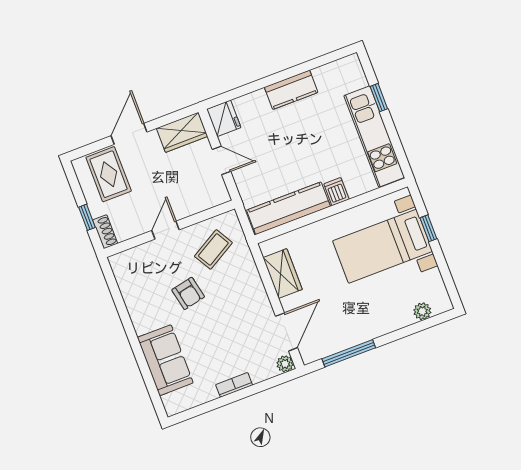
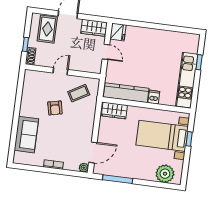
kitchen counter: (291, 90) -> (158, 36), removed
wardrobe: (283, 273) -> (114, 110), moved, turned 90
plant: (422, 311) -> (165, 174), width x1.88, depth x1.88

